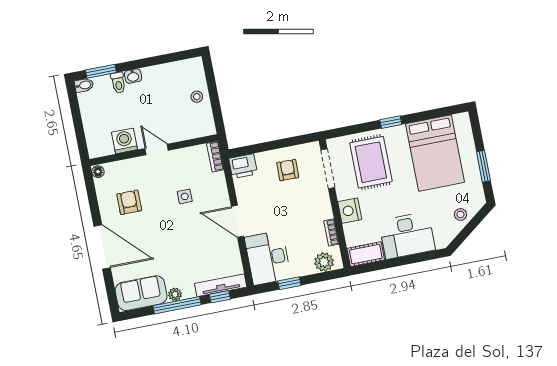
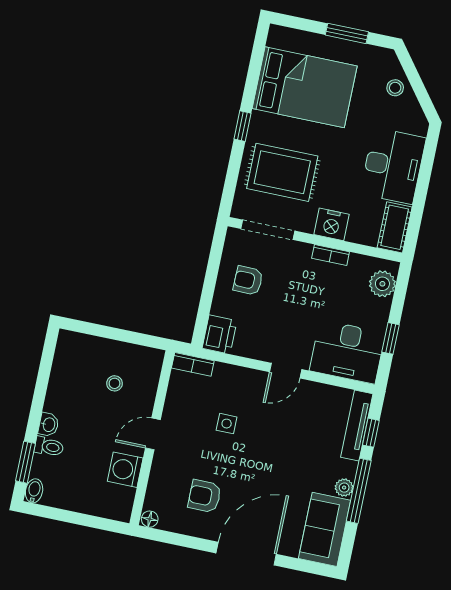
stool: (197, 97) -> (115, 383), moved
door: (237, 221) -> (286, 371), width x0.73
bookcase: (331, 232) -> (331, 255), moved

